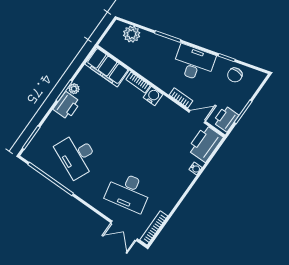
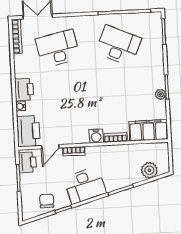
printer: (67, 106) -> (24, 90), moved, turned 180

